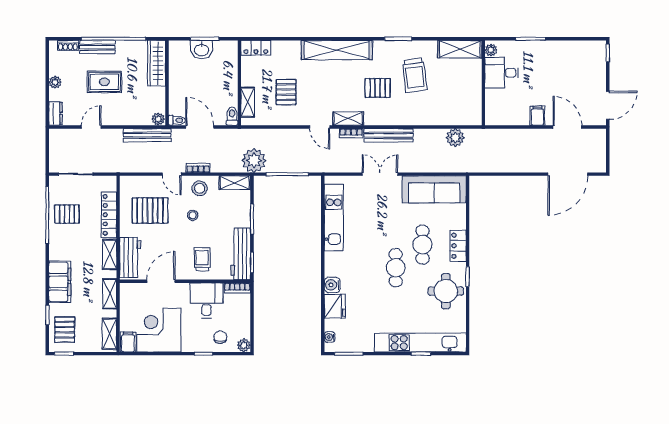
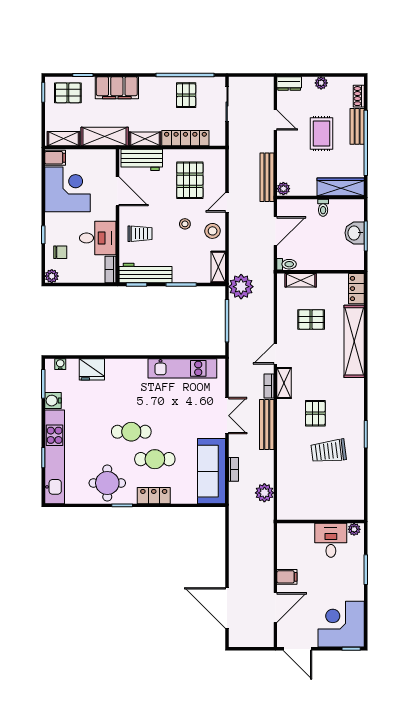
shelving: (460, 49) -> (355, 497), removed
shelving: (337, 50) -> (354, 341), moved
corner desk: (584, 63) -> (341, 624), added
toilet: (177, 120) -> (323, 208), moved
bookcase: (198, 168) -> (233, 469), moved
water cooler: (332, 285) -> (53, 401), moved, turned -90
shelving: (110, 294) -> (105, 137), width x1.50, depth x1.33

